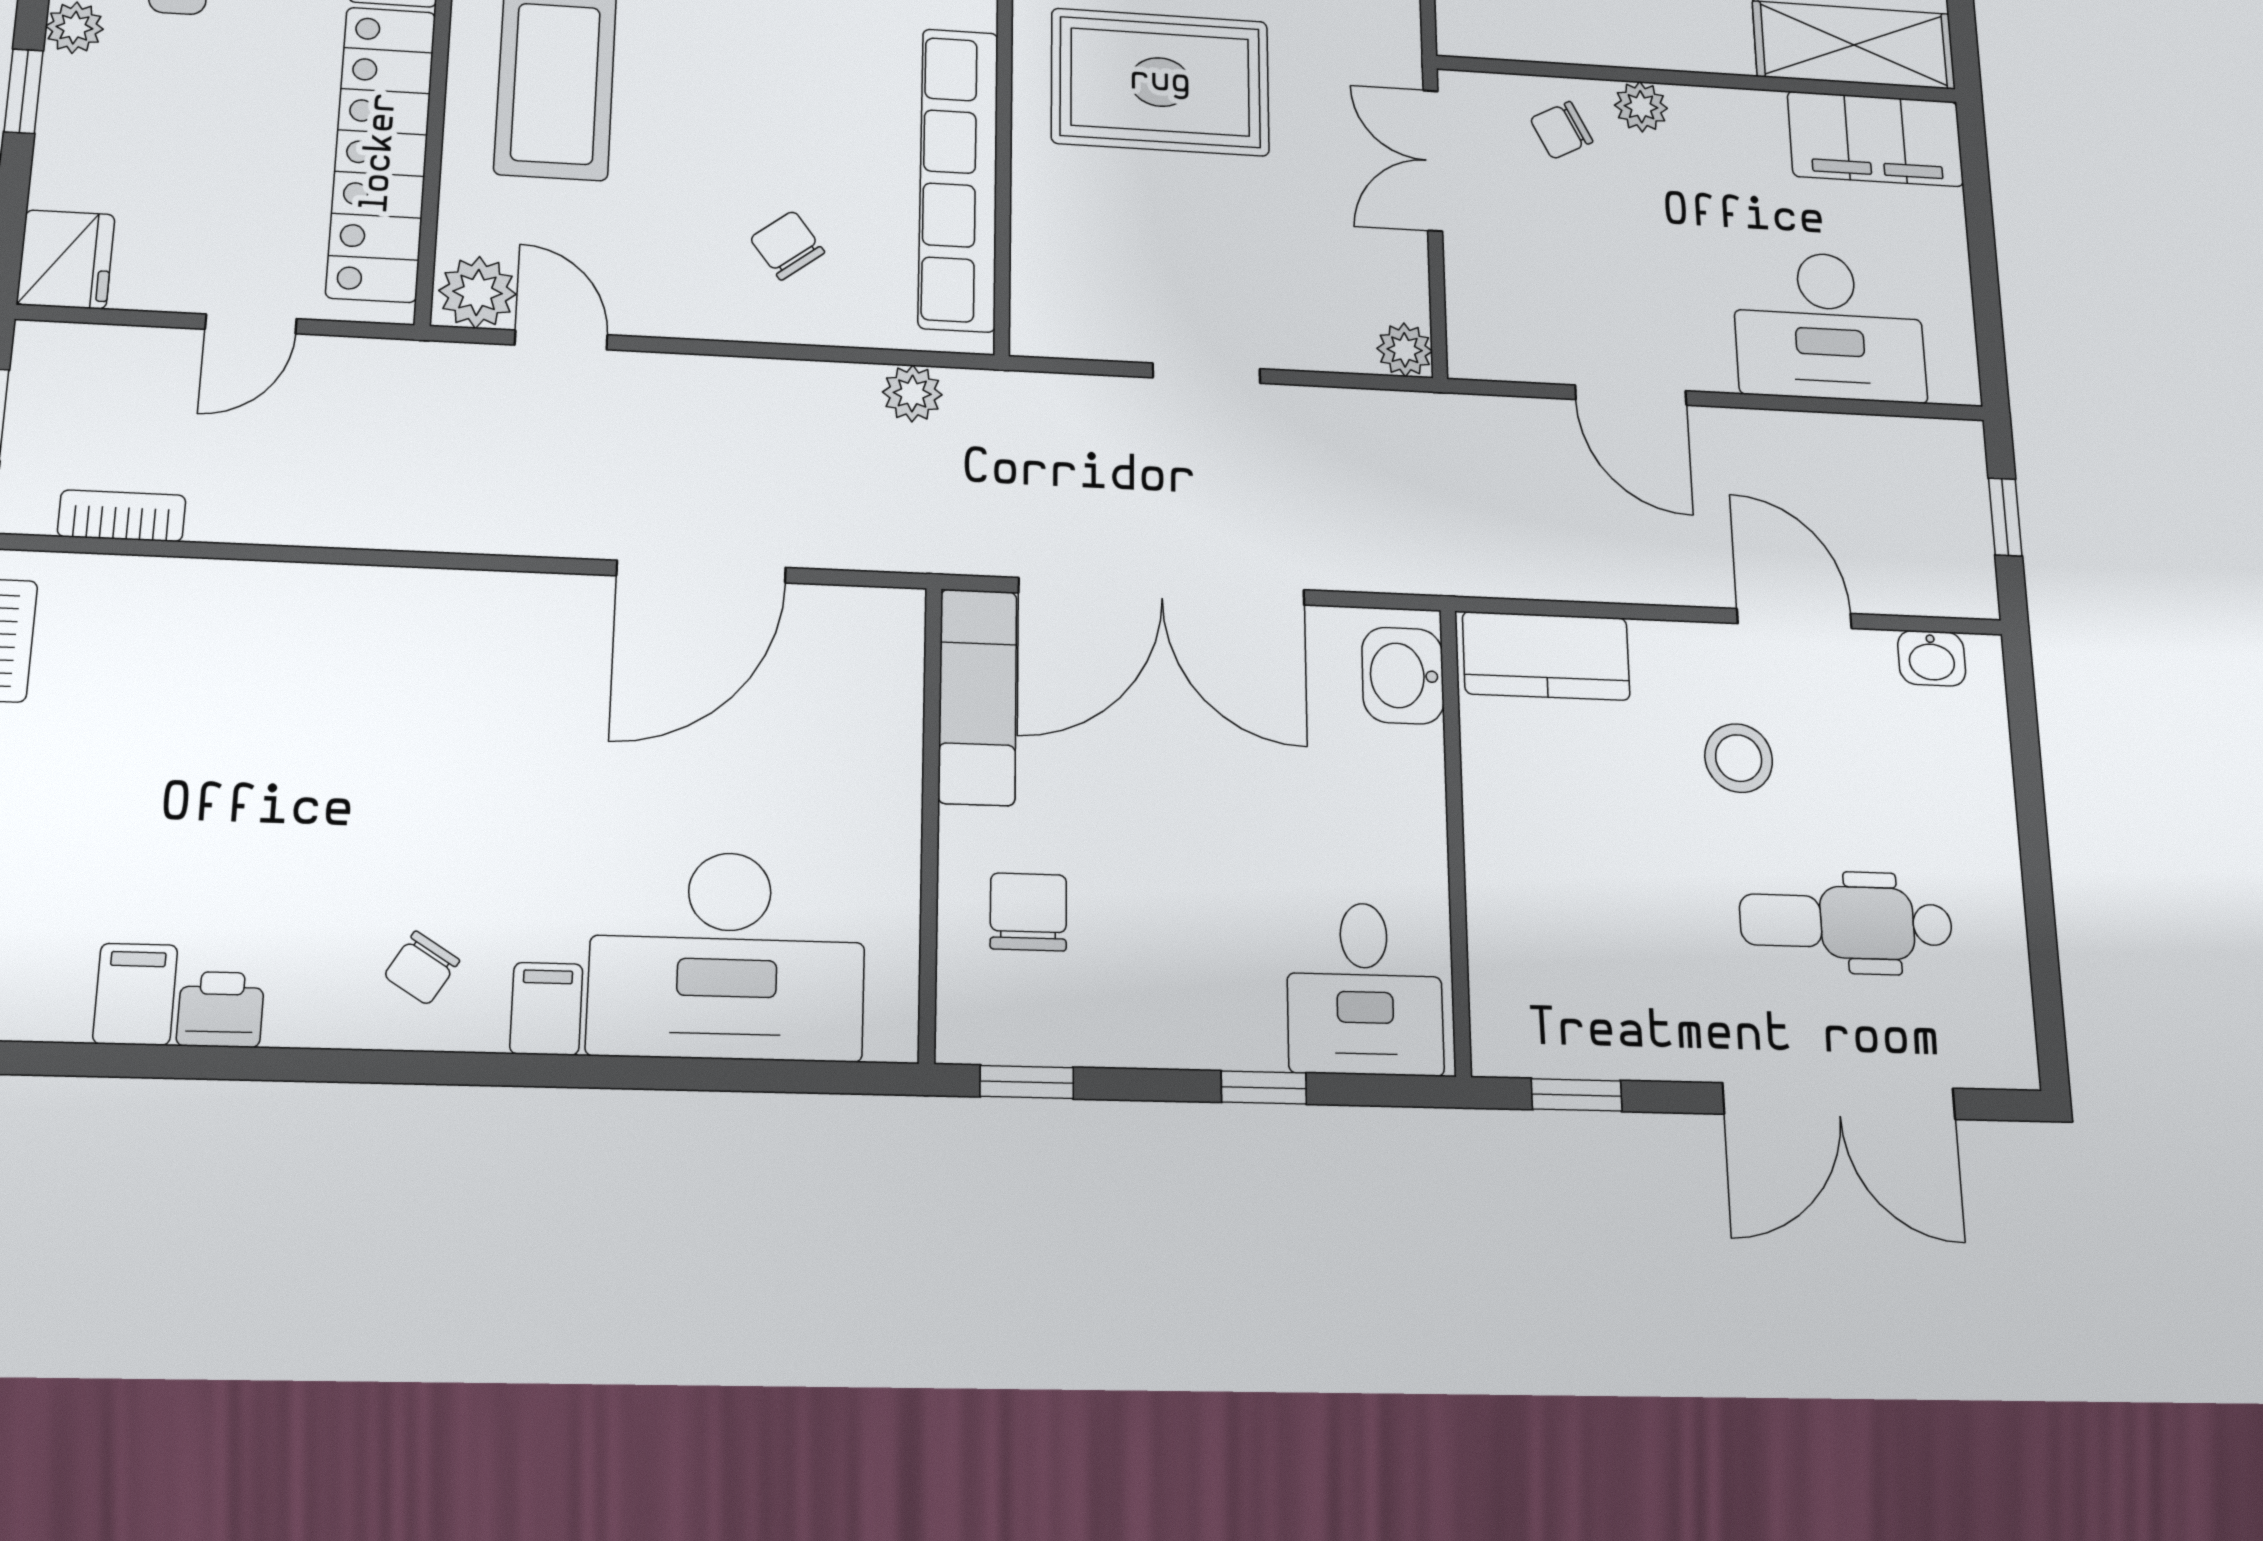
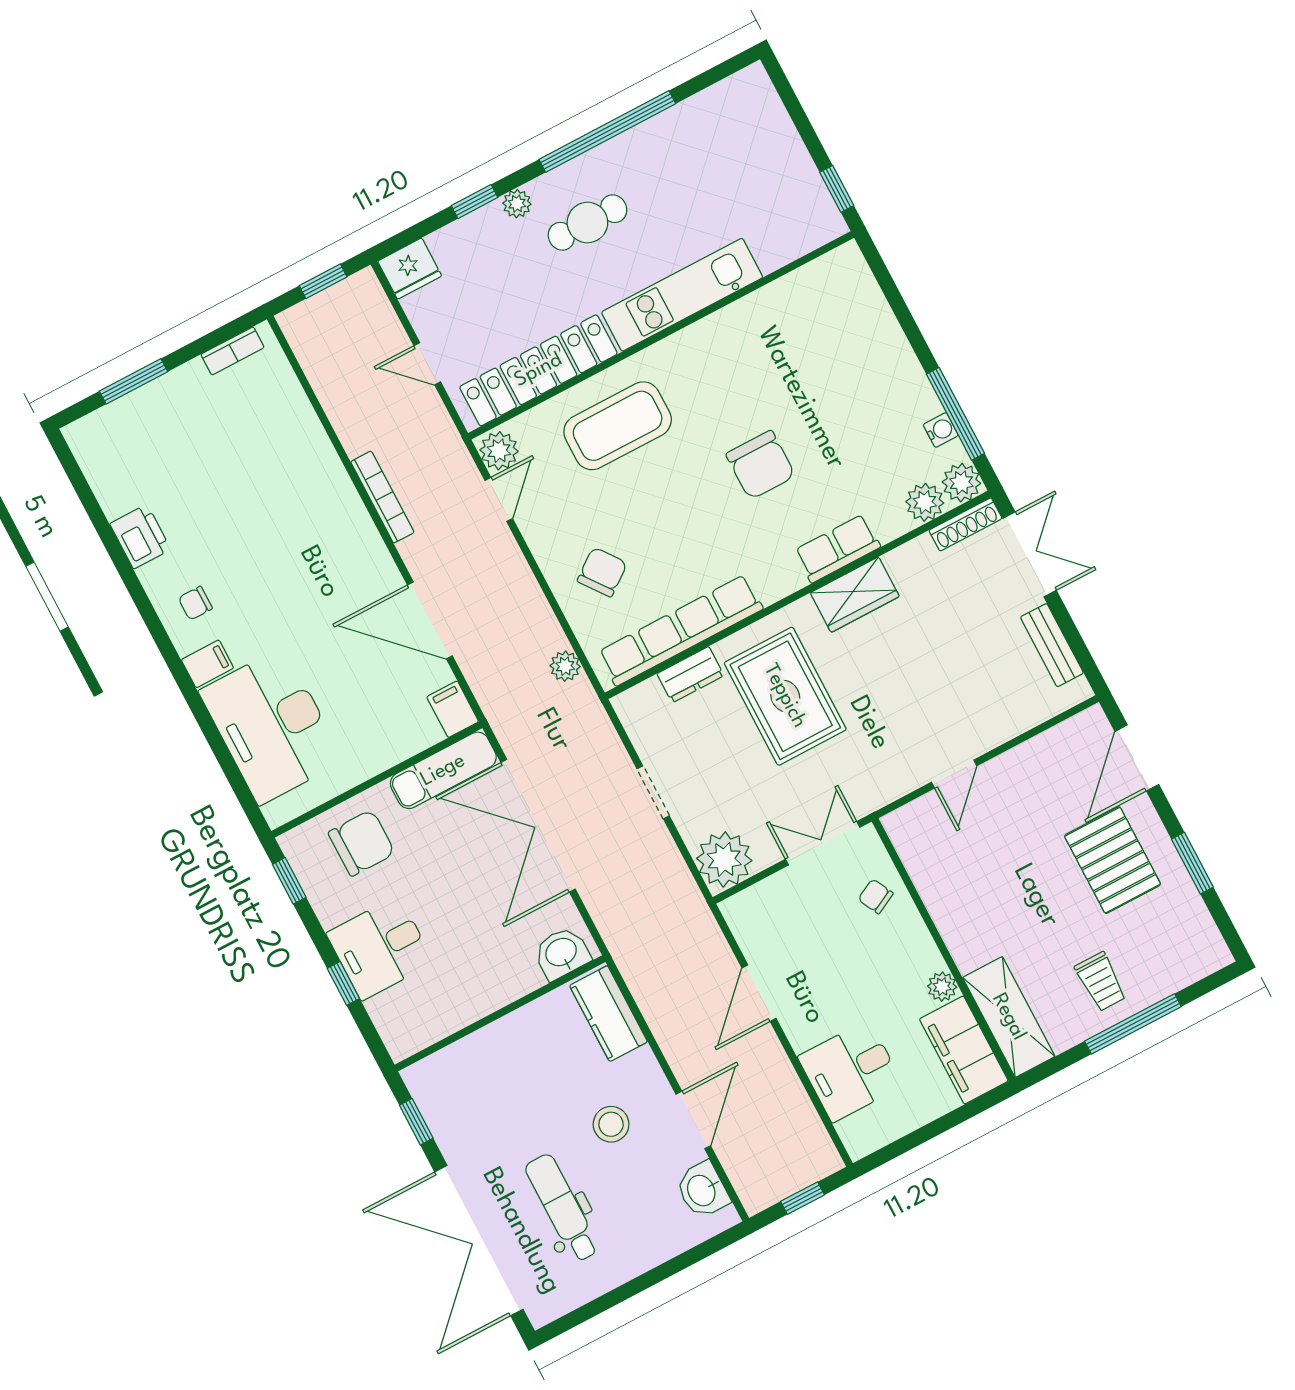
plant: (1641, 107) -> (942, 987), moved
dresser: (1041, 205) -> (690, 675), added
chair: (787, 245) -> (602, 572), width x1.37, depth x1.37
desk: (1829, 326) -> (851, 1071), width x0.73
plant: (1405, 350) -> (724, 859), width x1.88, depth x1.88
bookcase: (122, 516) -> (382, 497), moved, width x1.56
washbasin: (1932, 658) -> (702, 1190), width x1.38, depth x1.45
chair: (1028, 912) -> (362, 843), width x1.37, depth x1.37
chair: (422, 968) -> (195, 603), turned -32
desk: (1365, 988) -> (380, 948), moved
filing cabinet: (135, 994) -> (453, 709), moved, turned -90
printer: (221, 1009) -> (140, 537), width x1.36, depth x1.24
double door: (1839, 1101) -> (479, 1241), width x1.36

